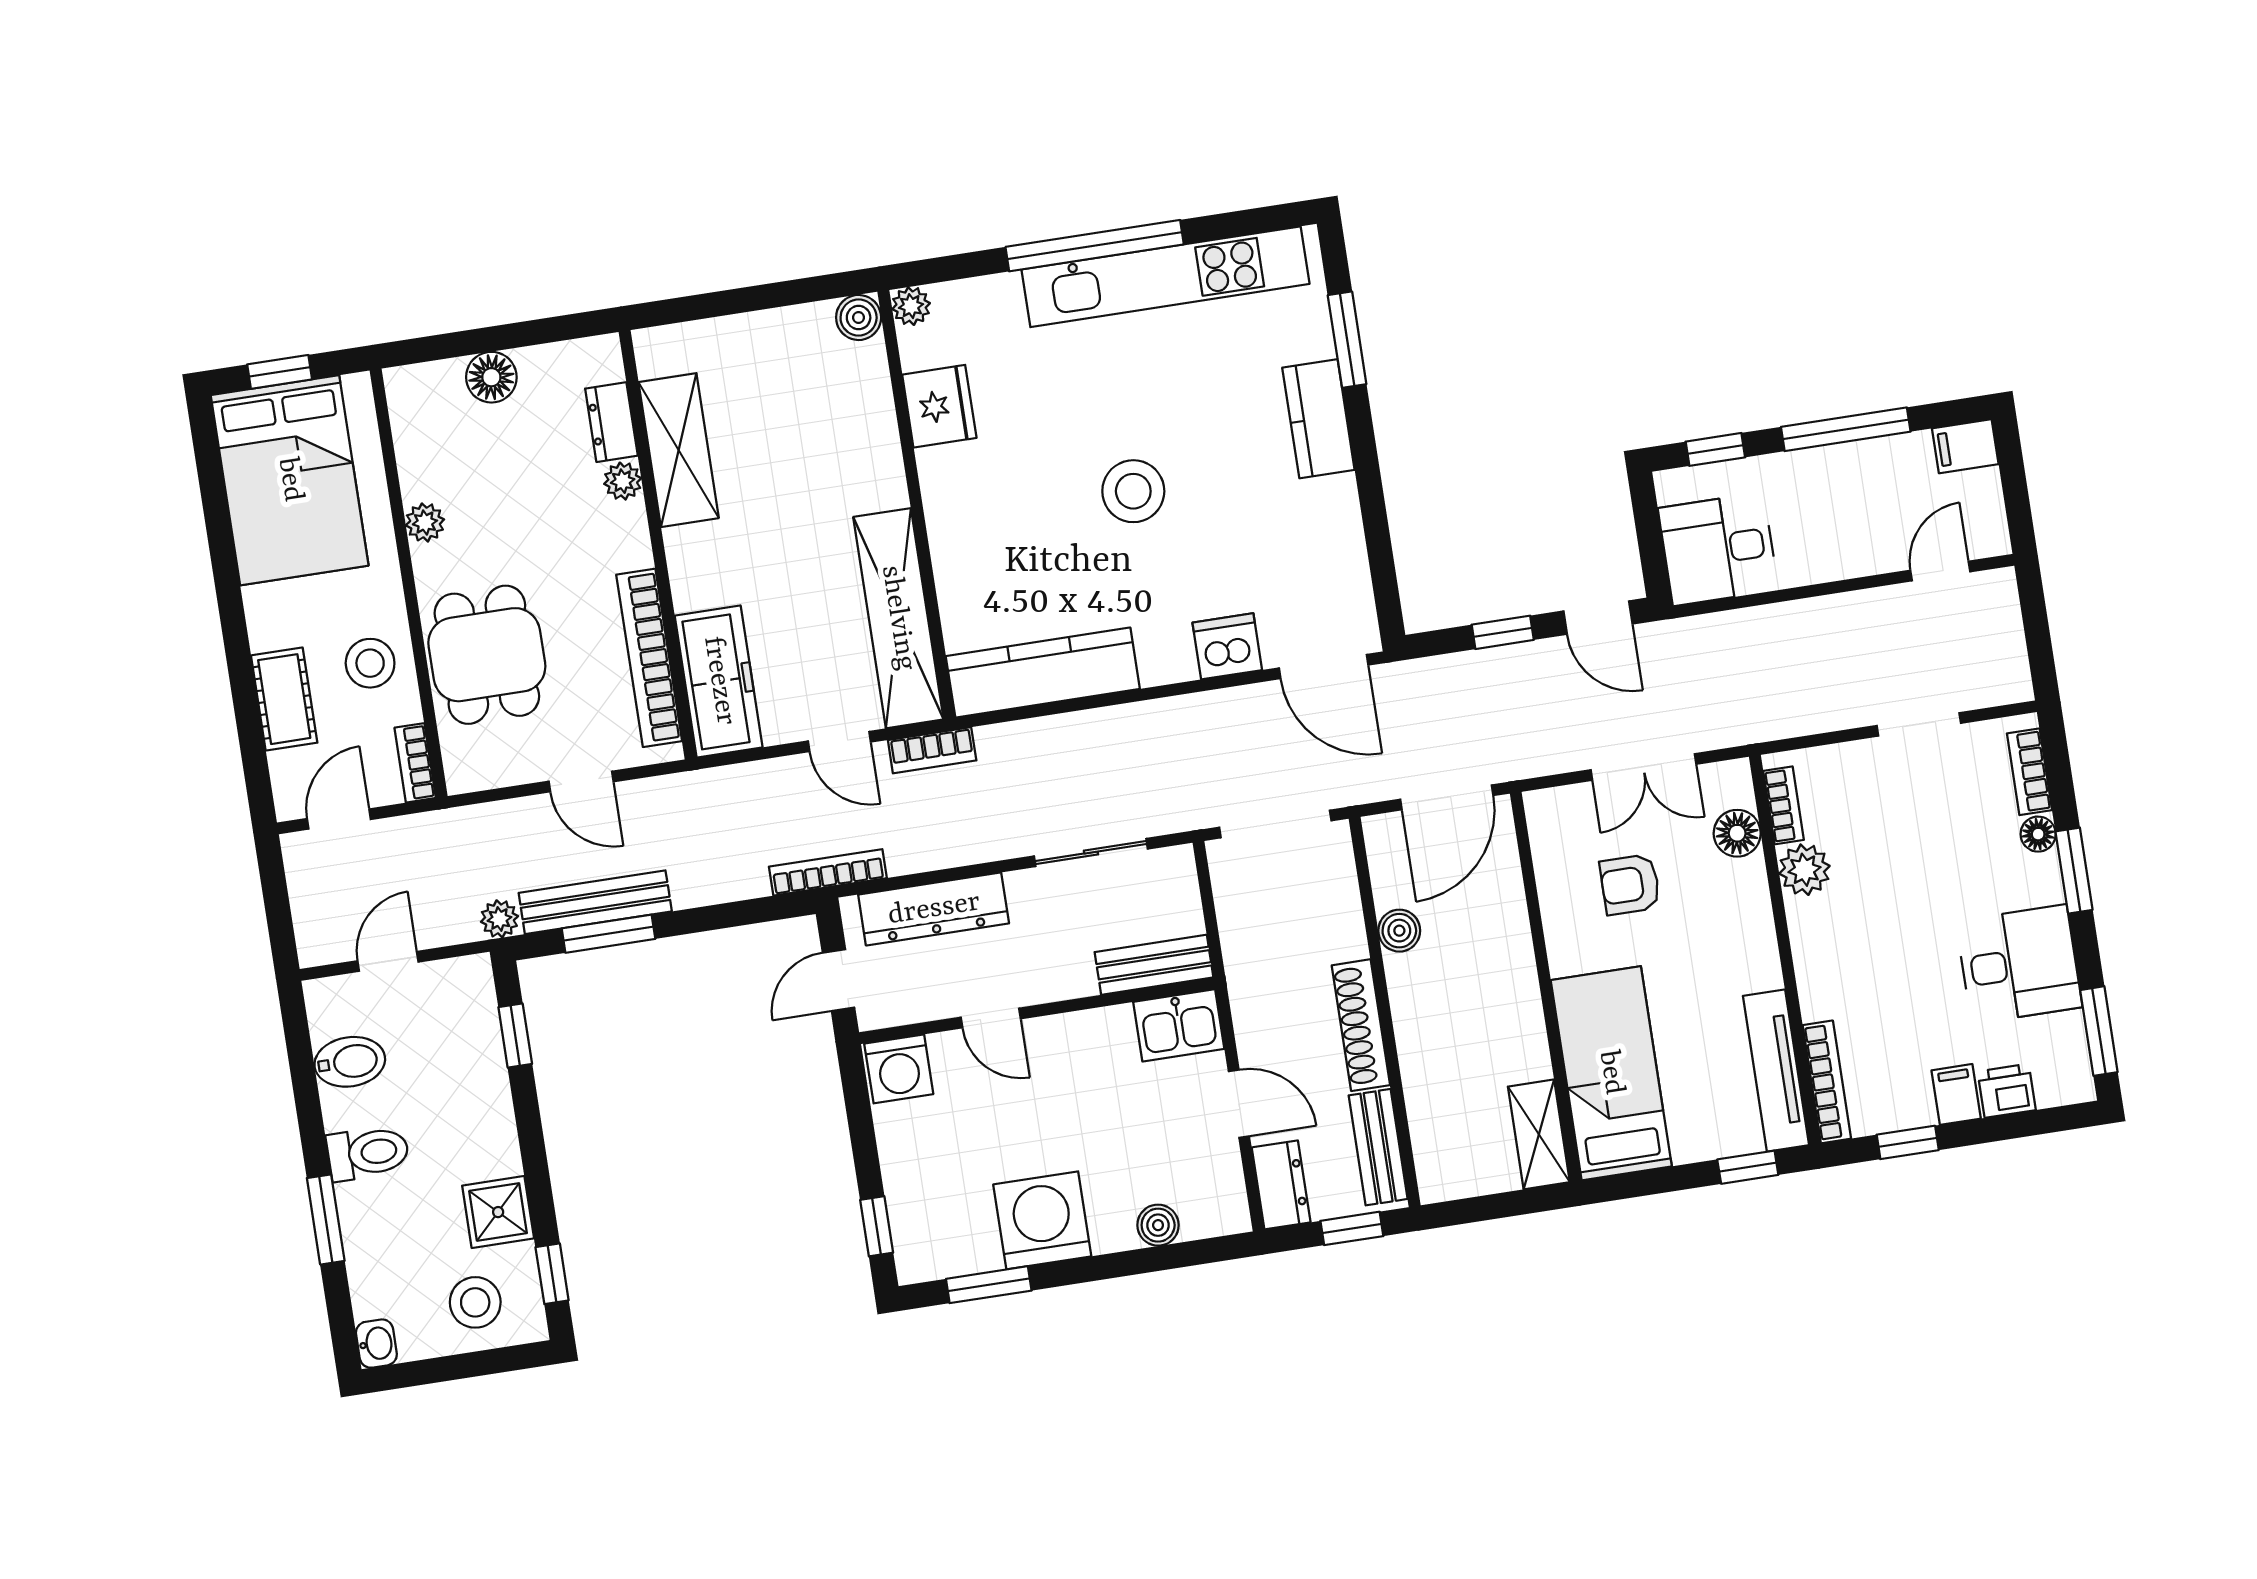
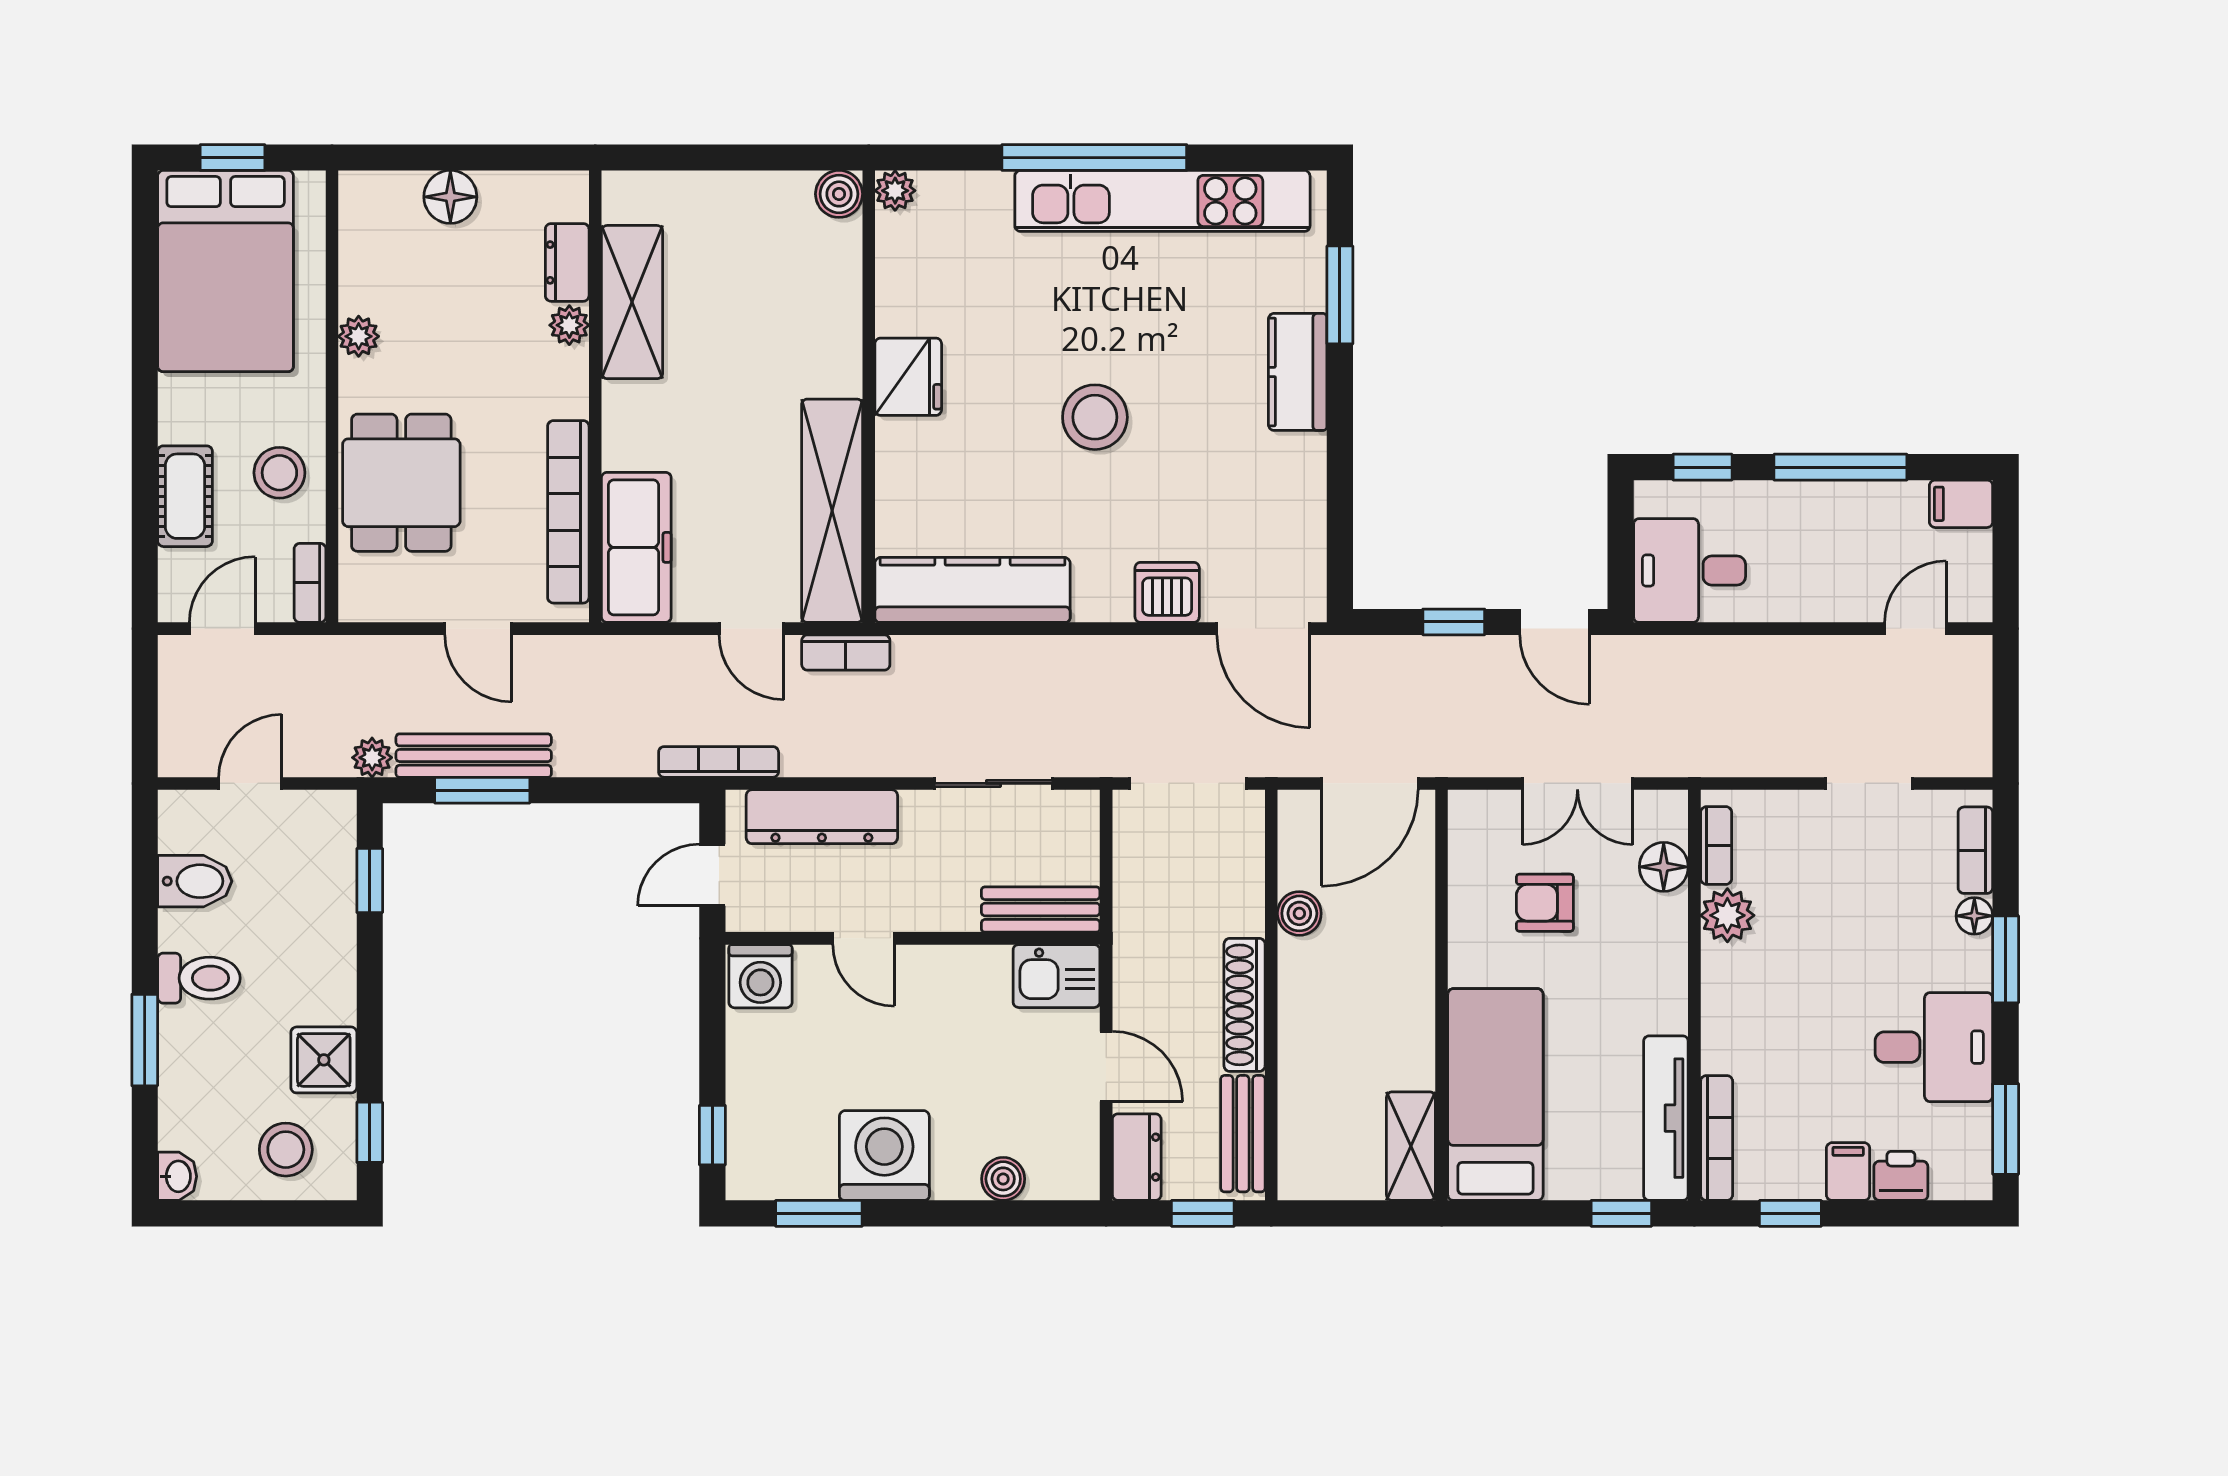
fridge: (939, 406) -> (908, 377), moved

